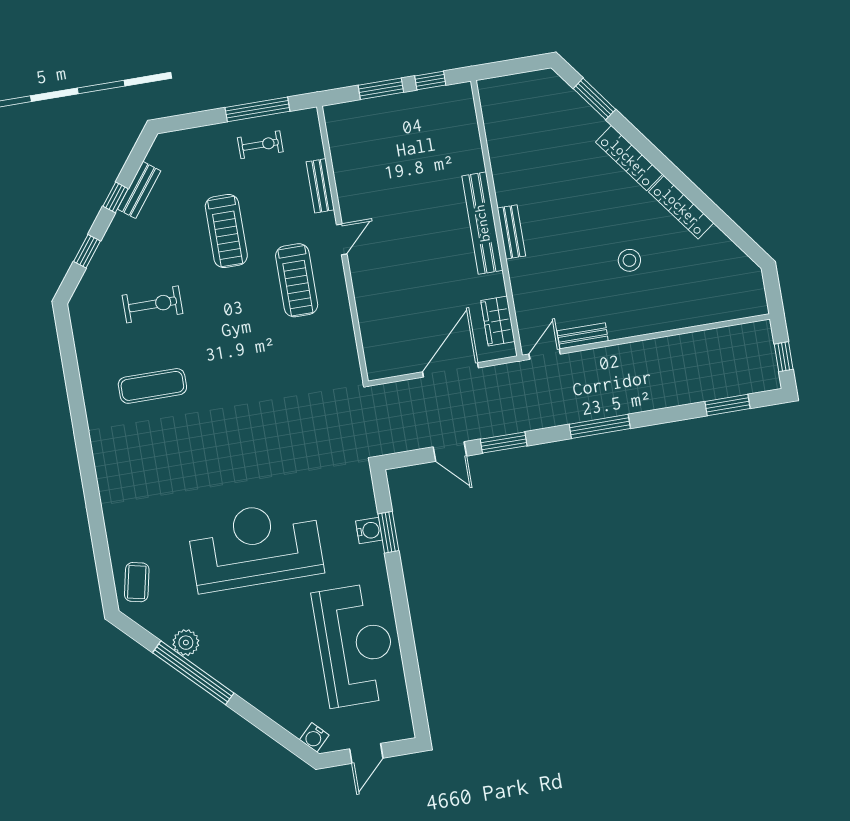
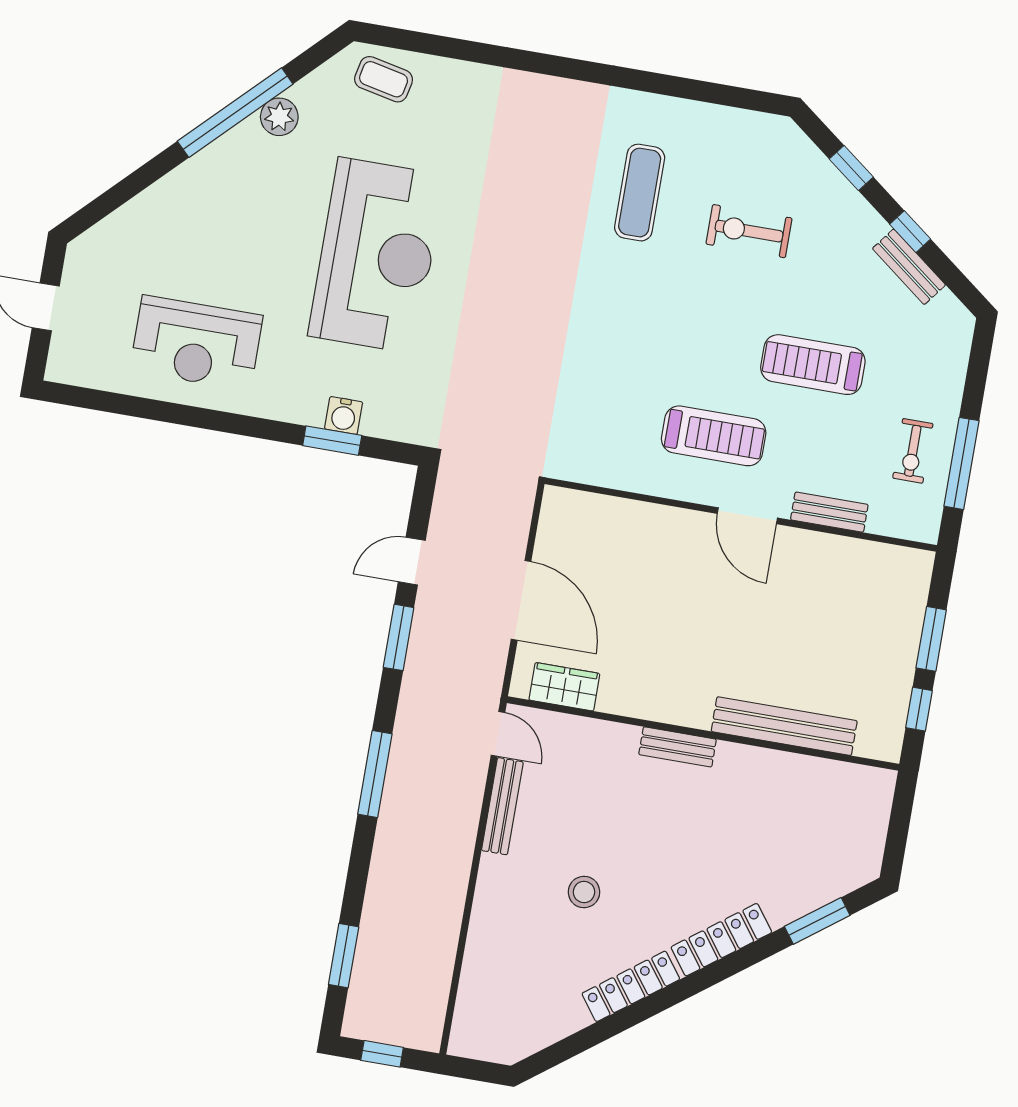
bench: (482, 223) -> (784, 726), moved
door: (342, 239) -> (747, 516), width x1.38
treadmill: (297, 280) -> (714, 436), turned 180
exercise bike: (153, 304) -> (749, 231), turned 90
bench: (583, 336) -> (502, 806), width x1.36
reception desk: (355, 645) -> (196, 343), width x0.74, depth x0.77
water cooler: (314, 737) -> (92, 245), removed

